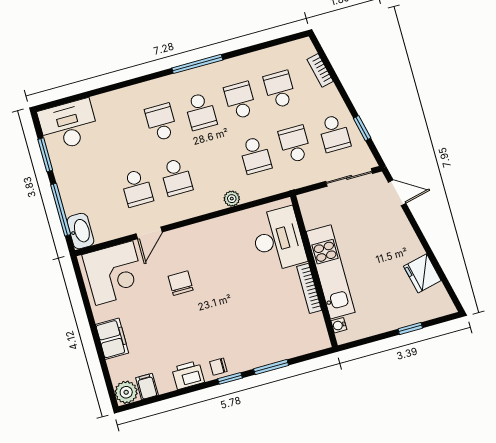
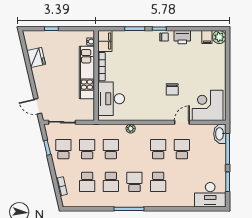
school desk: (295, 144) -> (87, 149), turned 180
filing cabinet: (112, 339) -> (105, 41), moved, turned 180

